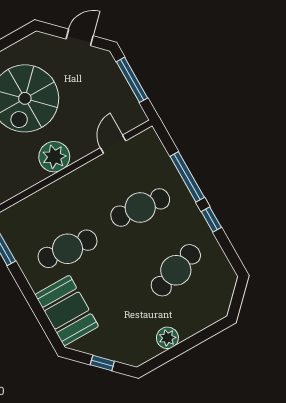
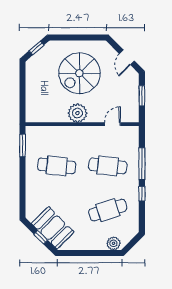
door: (80, 37) -> (127, 57), swing flipped
window: (132, 80) -> (142, 96), width x0.69
booth: (67, 311) -> (53, 228), moved, turned -45
plant: (167, 338) -> (114, 243), moved

